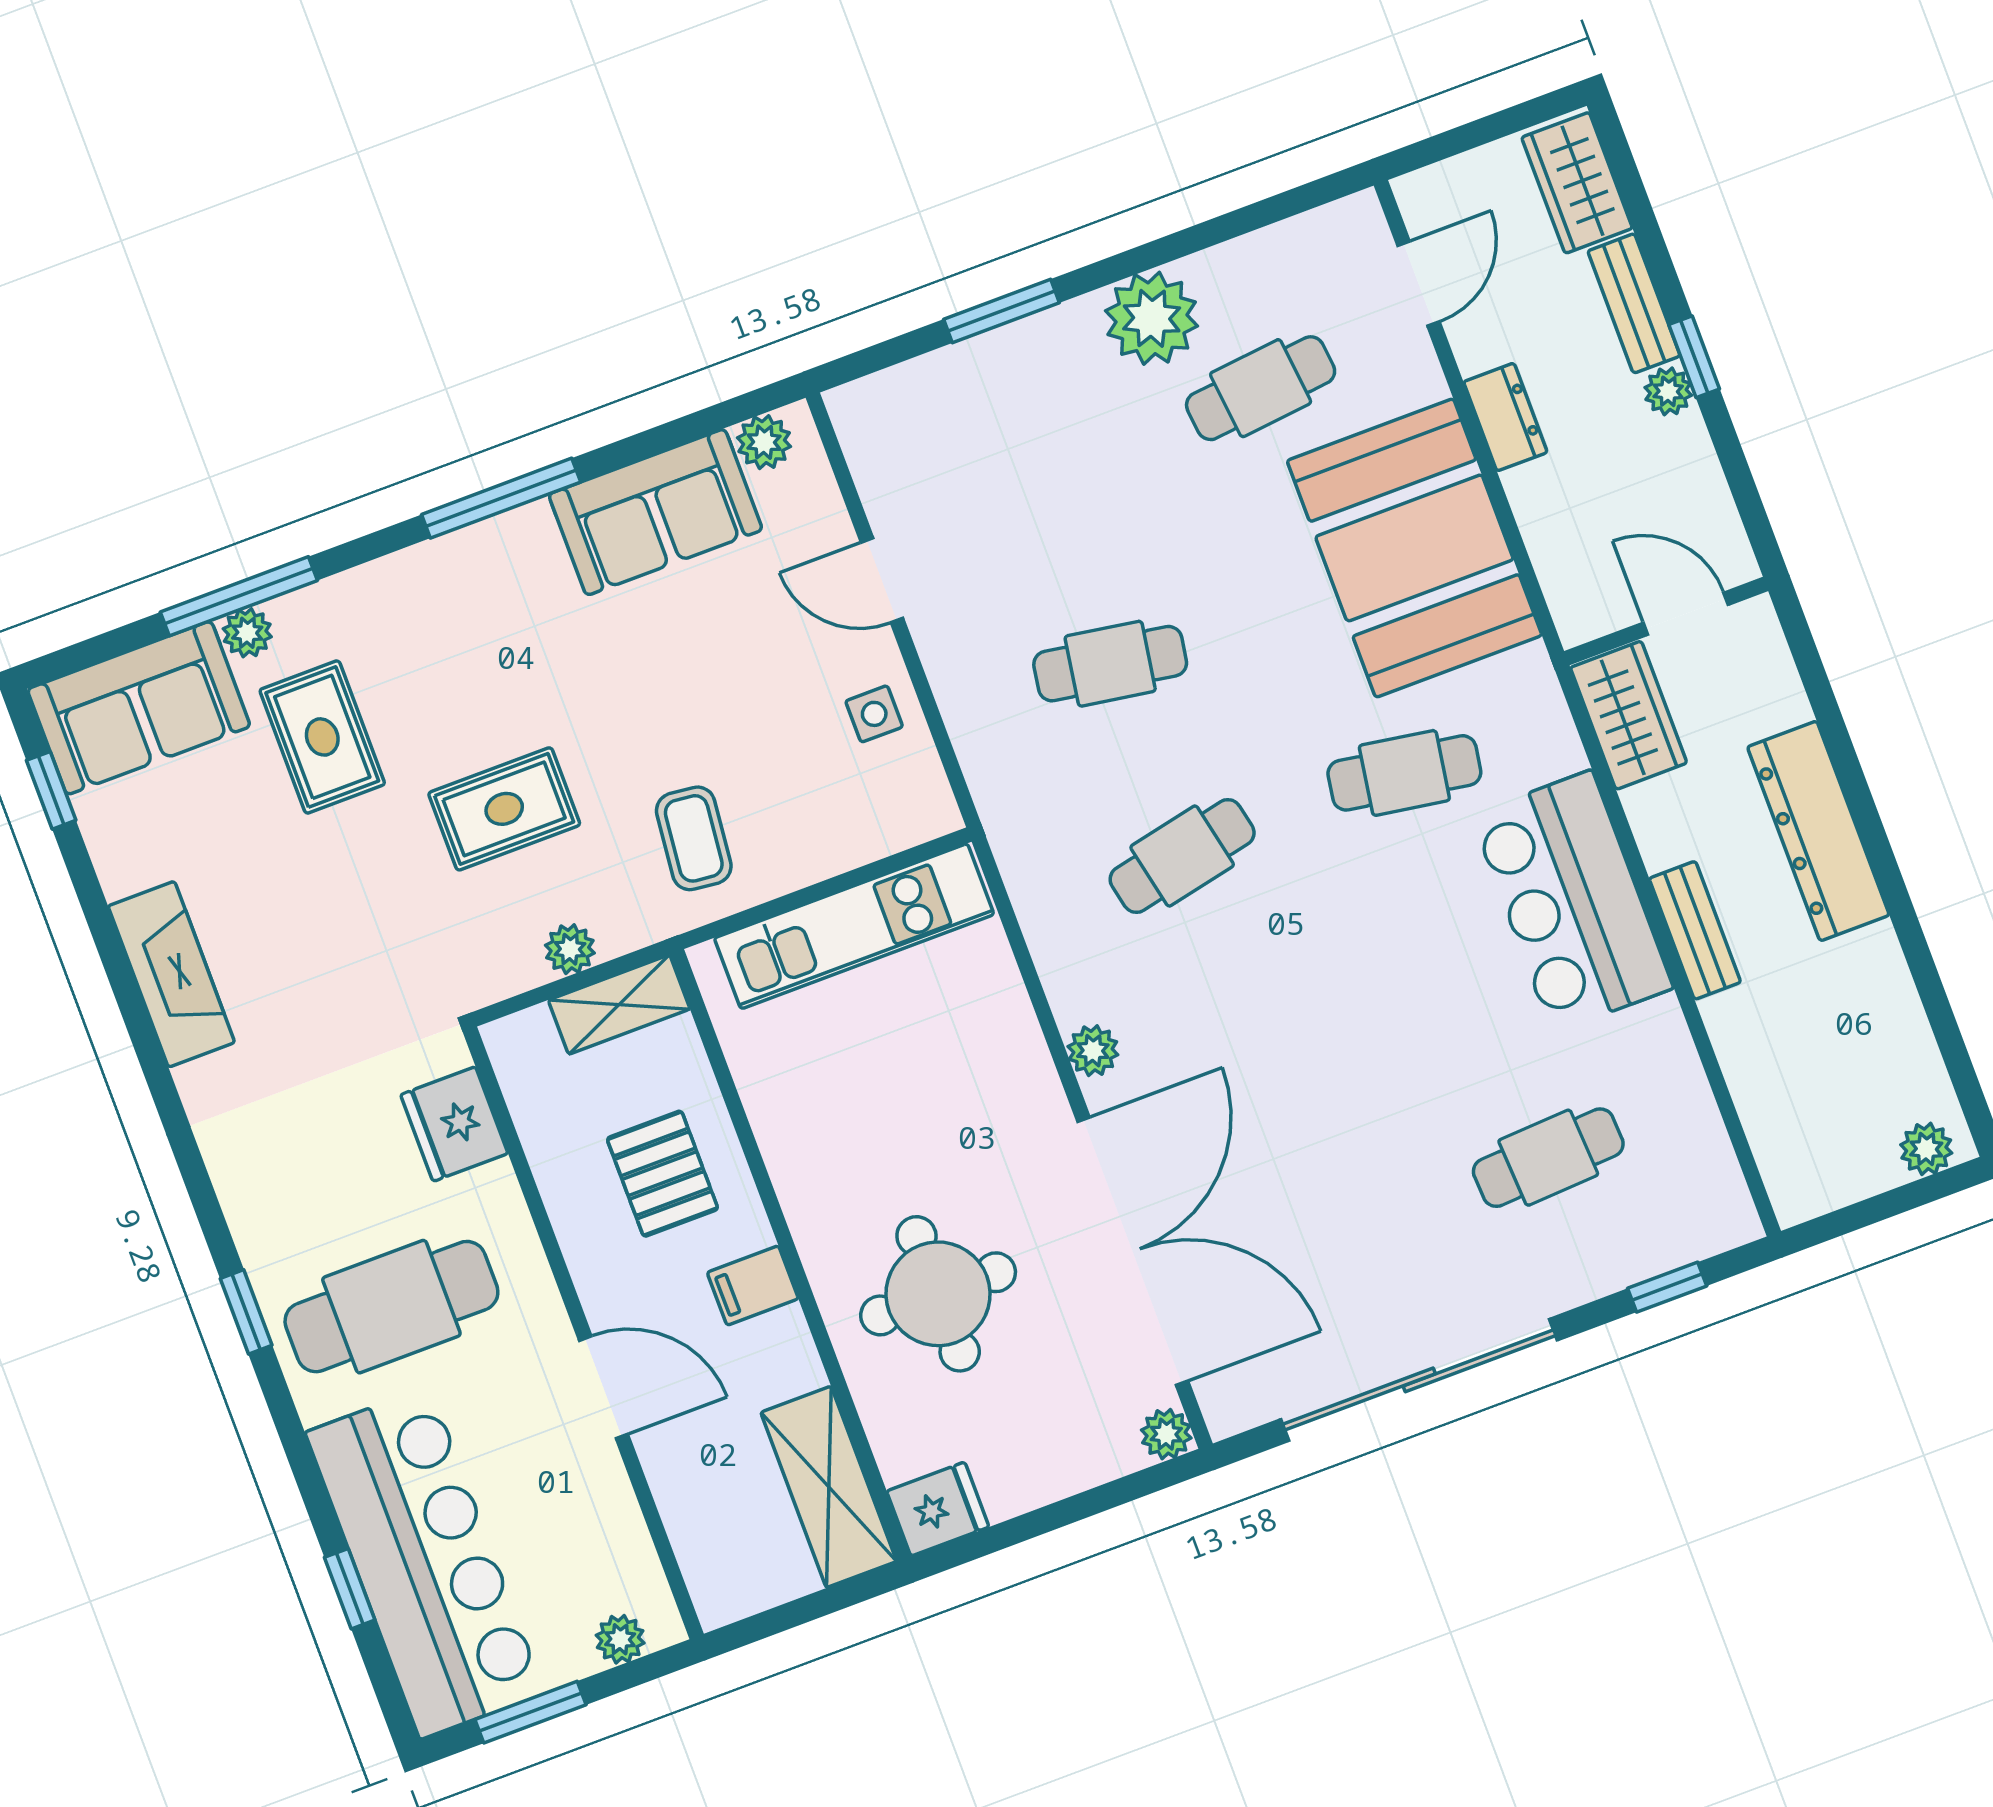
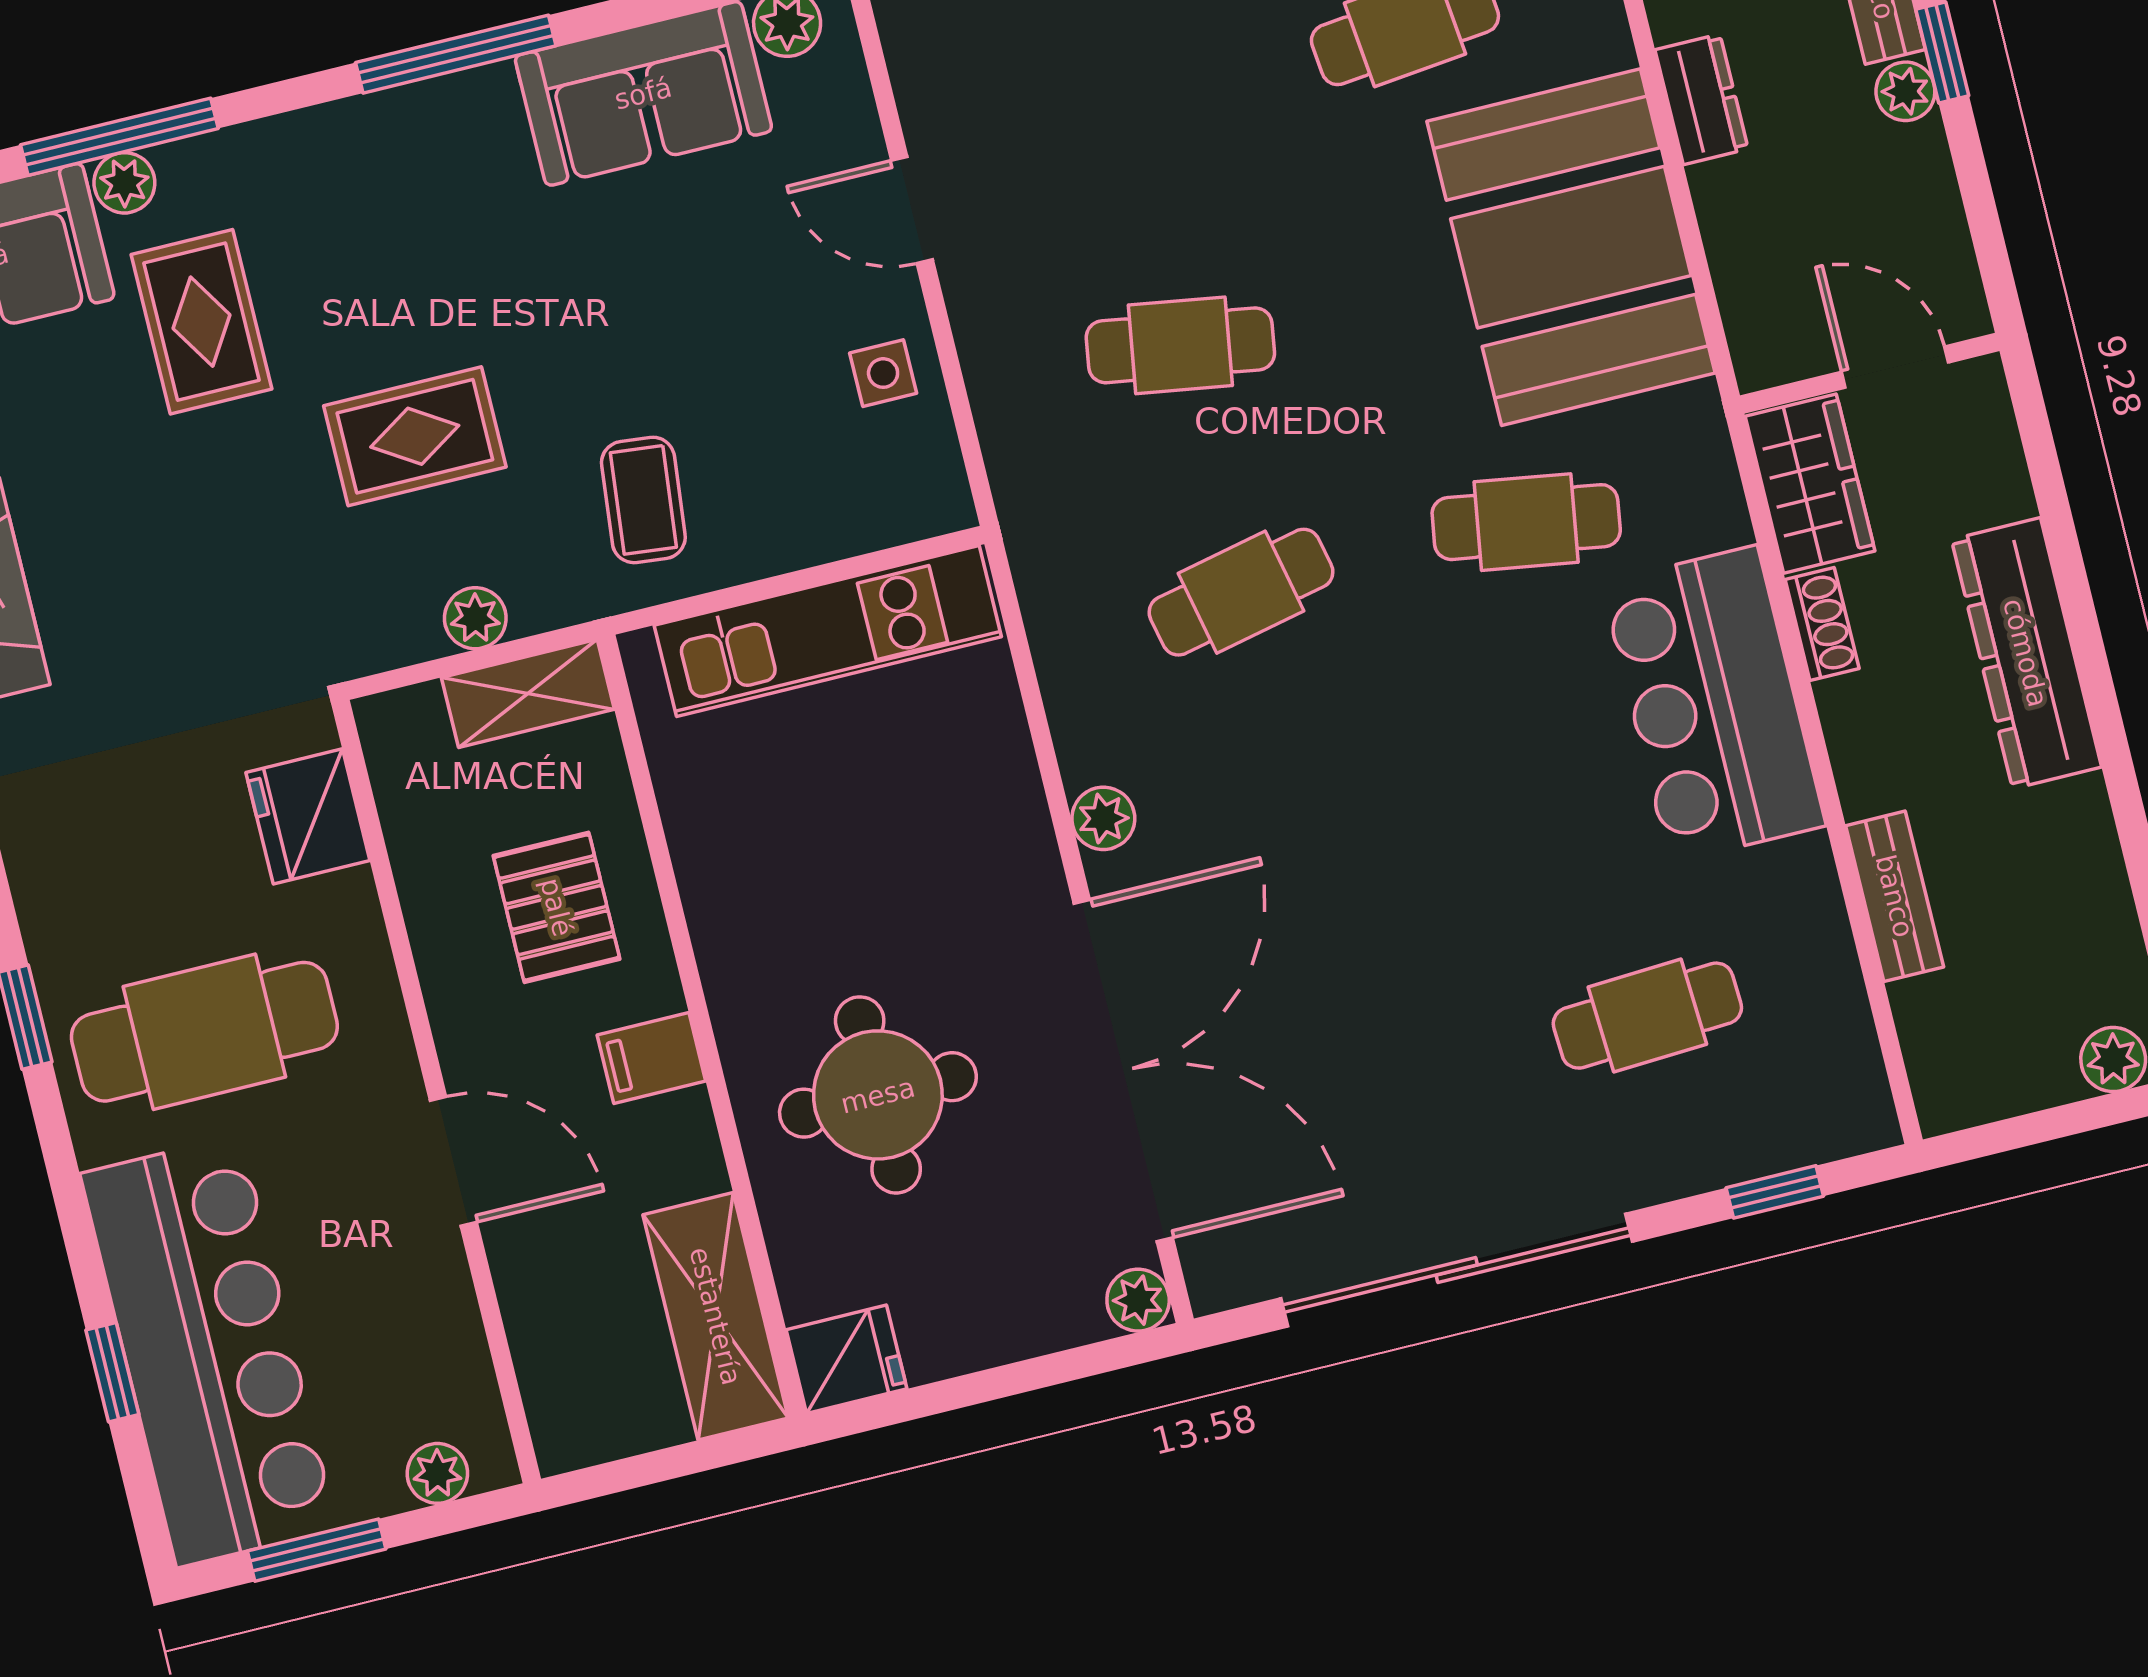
shoe rack: (1652, 827) -> (1822, 624), added
bench: (1695, 930) -> (1895, 896), moved

